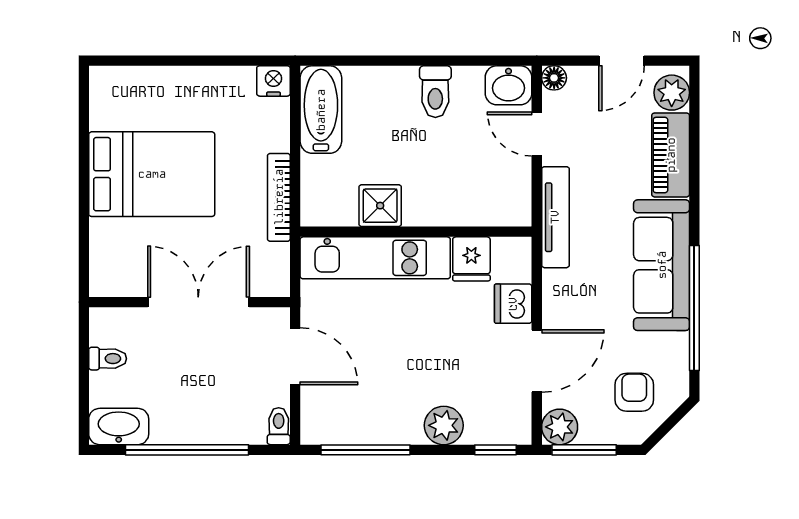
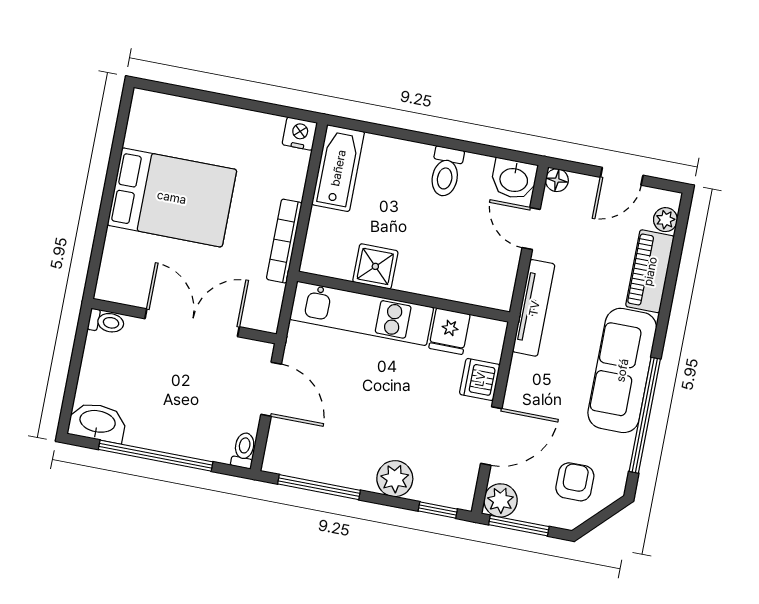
plant: (672, 93) -> (665, 220), width x0.73, depth x0.73
toilet: (108, 359) -> (106, 322), moved

